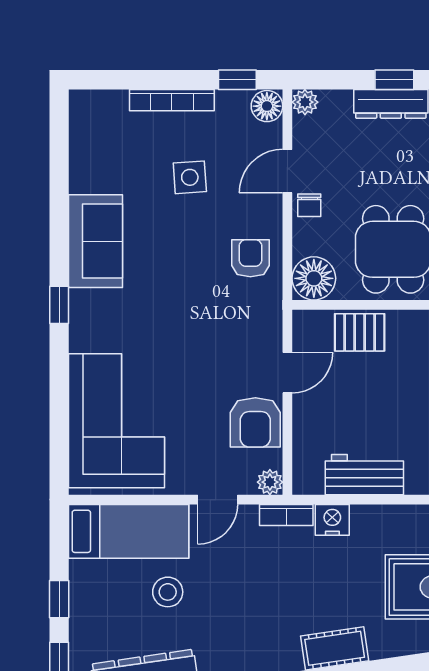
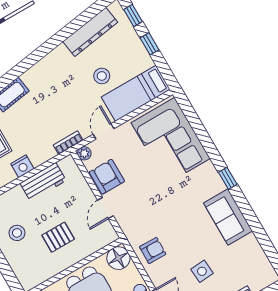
armchair: (250, 258) -> (153, 250), turned -89
pallet: (360, 332) -> (58, 237), moved
nightstand: (332, 520) -> (22, 166), moved

